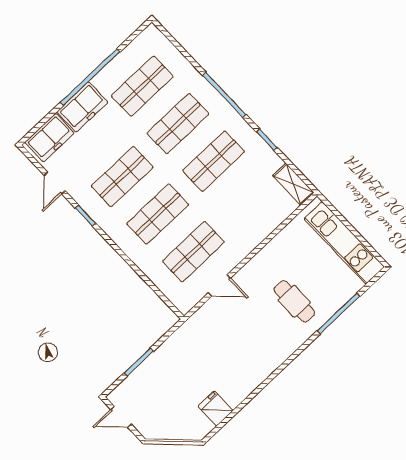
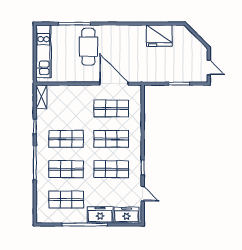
door: (55, 183) -> (143, 194), hinge flipped
door: (219, 286) -> (114, 84), width x1.88
cafe table: (294, 301) -> (88, 47), width x1.37, depth x1.35
fridge: (216, 408) -> (159, 36), width x1.88, depth x1.34

